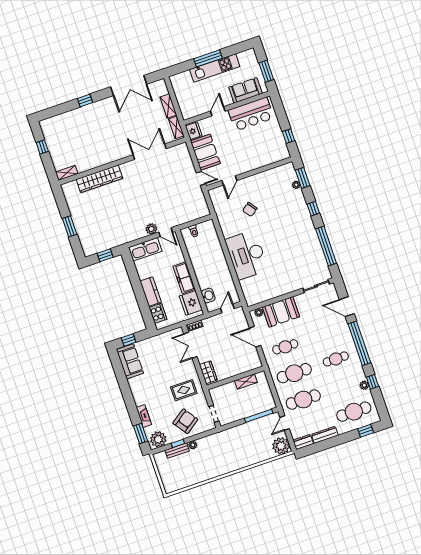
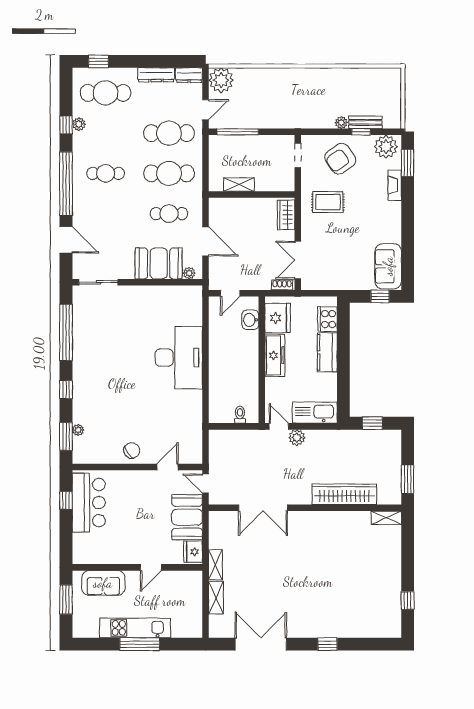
bar counter: (251, 114) -> (89, 503), moved, turned 90
double door: (150, 152) -> (263, 508), moved
wall: (122, 161) -> (305, 508), moved
shelving: (67, 173) -> (386, 518), moved
wardrobe: (99, 179) -> (344, 494), moved
chair: (250, 209) -> (132, 450), moved
double door: (190, 345) -> (298, 260), swing flipped

